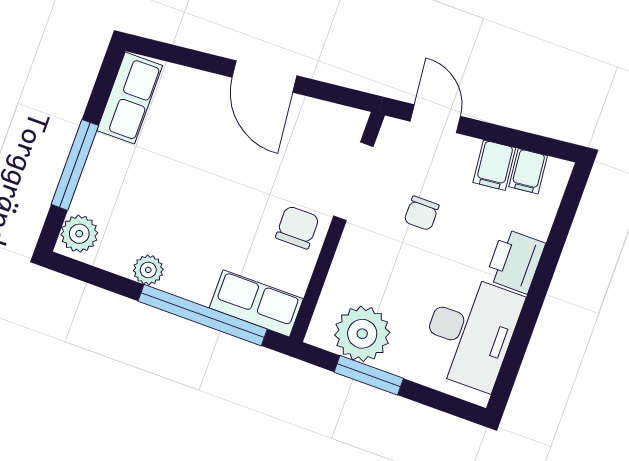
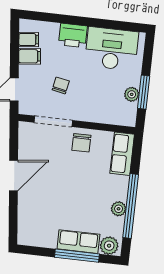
row of seats: (130, 98) -> (78, 242), moved
chair: (422, 213) -> (61, 85), turned -79
chair: (297, 227) -> (81, 143), turned -90
window: (203, 315) -> (131, 206), moved
plant: (362, 334) -> (132, 94), width x0.53, depth x0.53

